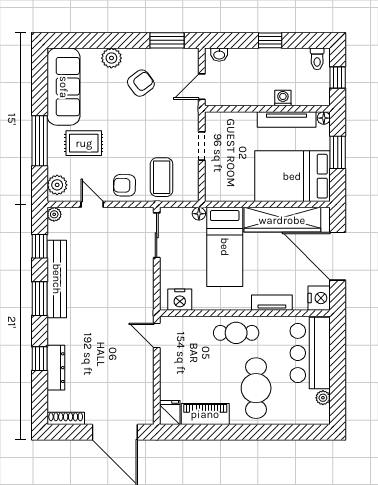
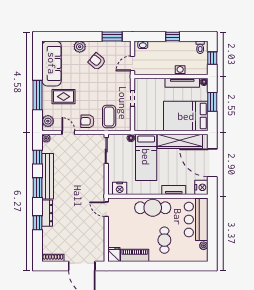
armchair: (141, 83) -> (97, 61), turned -103
cafe table: (236, 333) -> (153, 208), width x1.37, depth x1.35
dresser: (56, 368) -> (47, 213), moved
cafe table: (256, 388) -> (164, 240), width x0.73, depth x0.74

